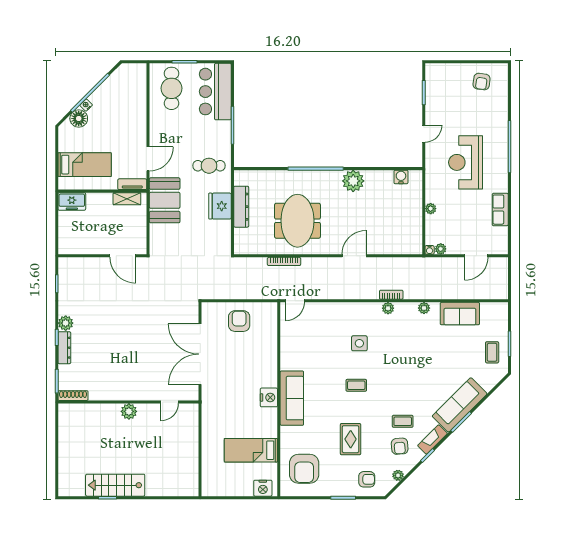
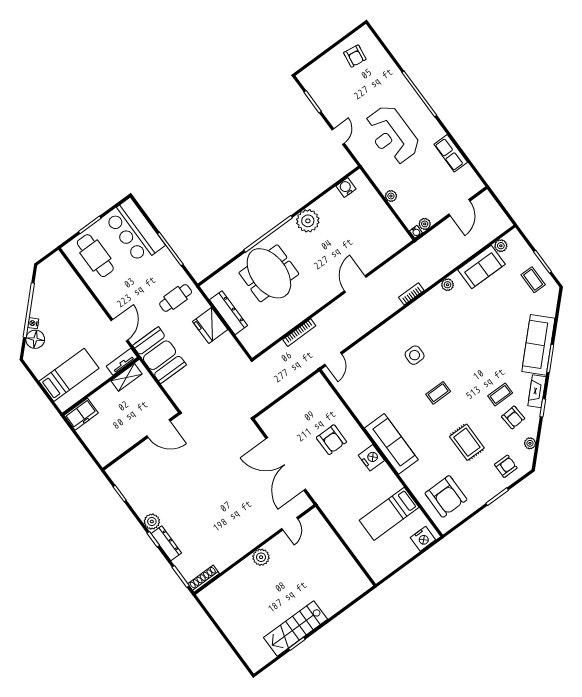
meeting table: (297, 221) -> (269, 273), moved
plant: (388, 308) -> (501, 246), moved
armchair: (239, 321) -> (331, 440), moved, turned 180

